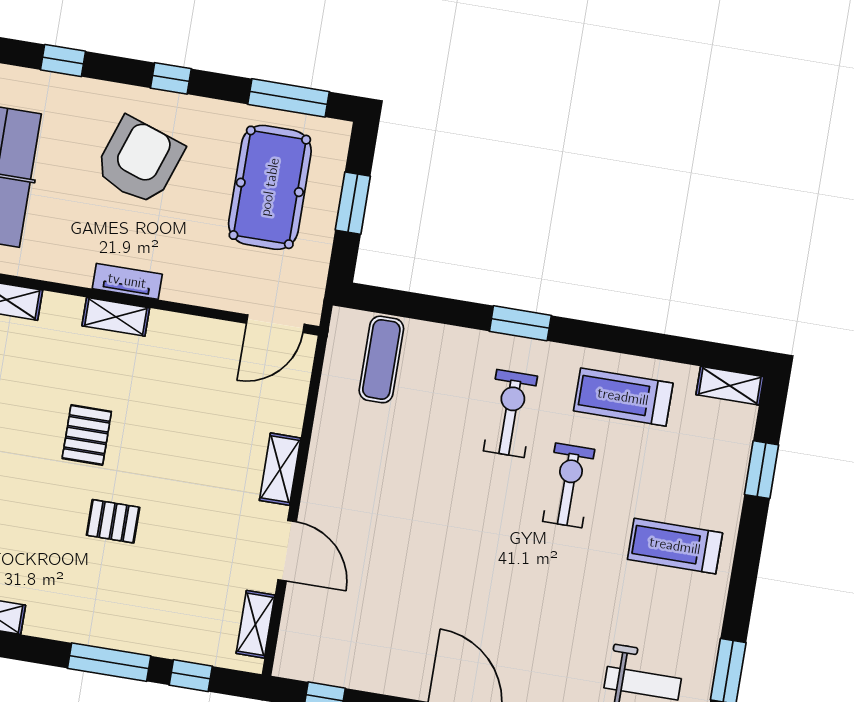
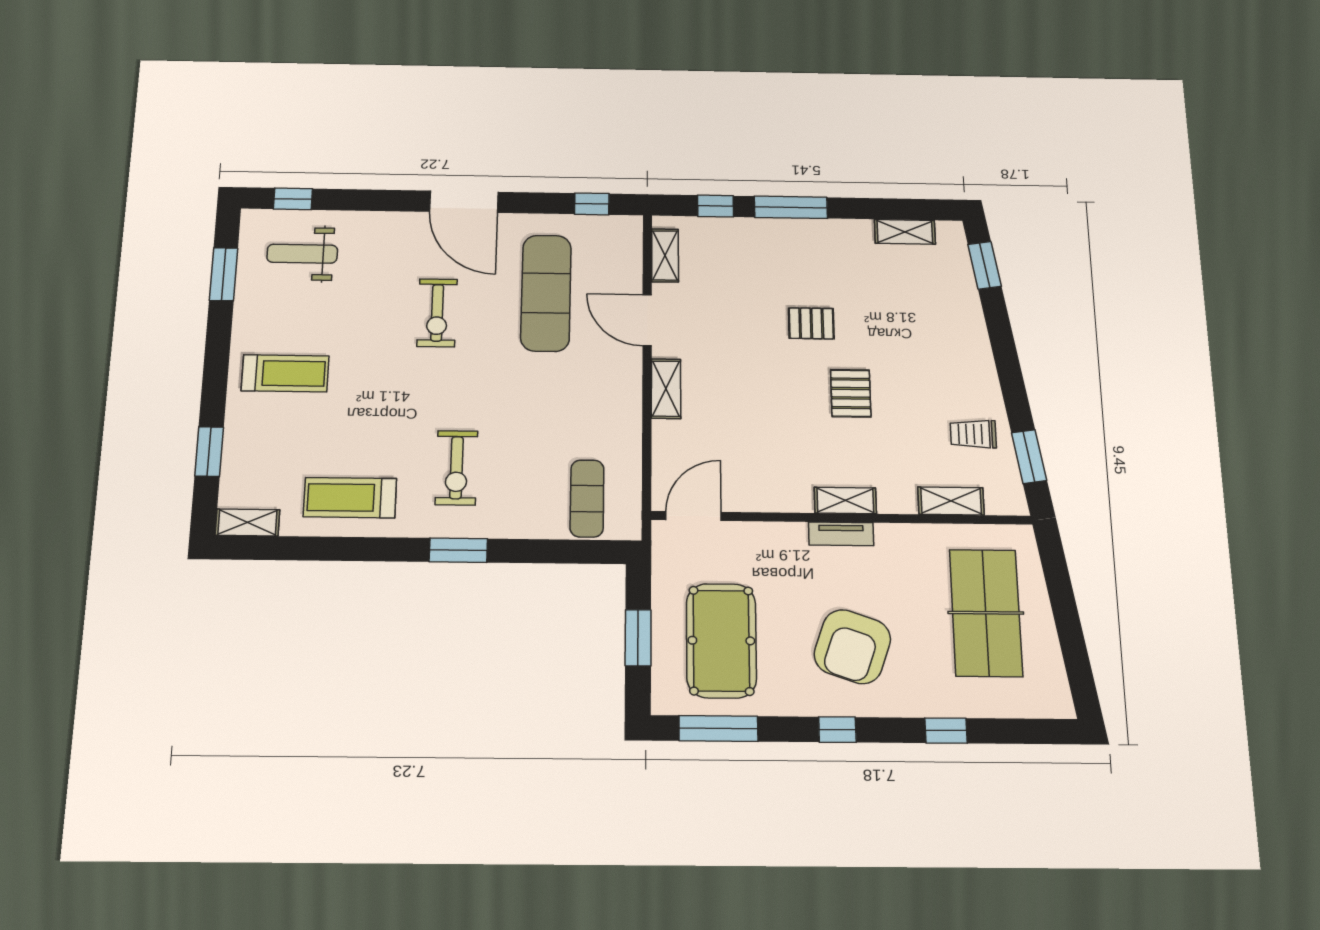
treadmill: (623, 397) -> (350, 498), turned 180
exercise bike: (569, 485) -> (437, 313), moved
exercise mat: (390, 599) -> (546, 293), added

